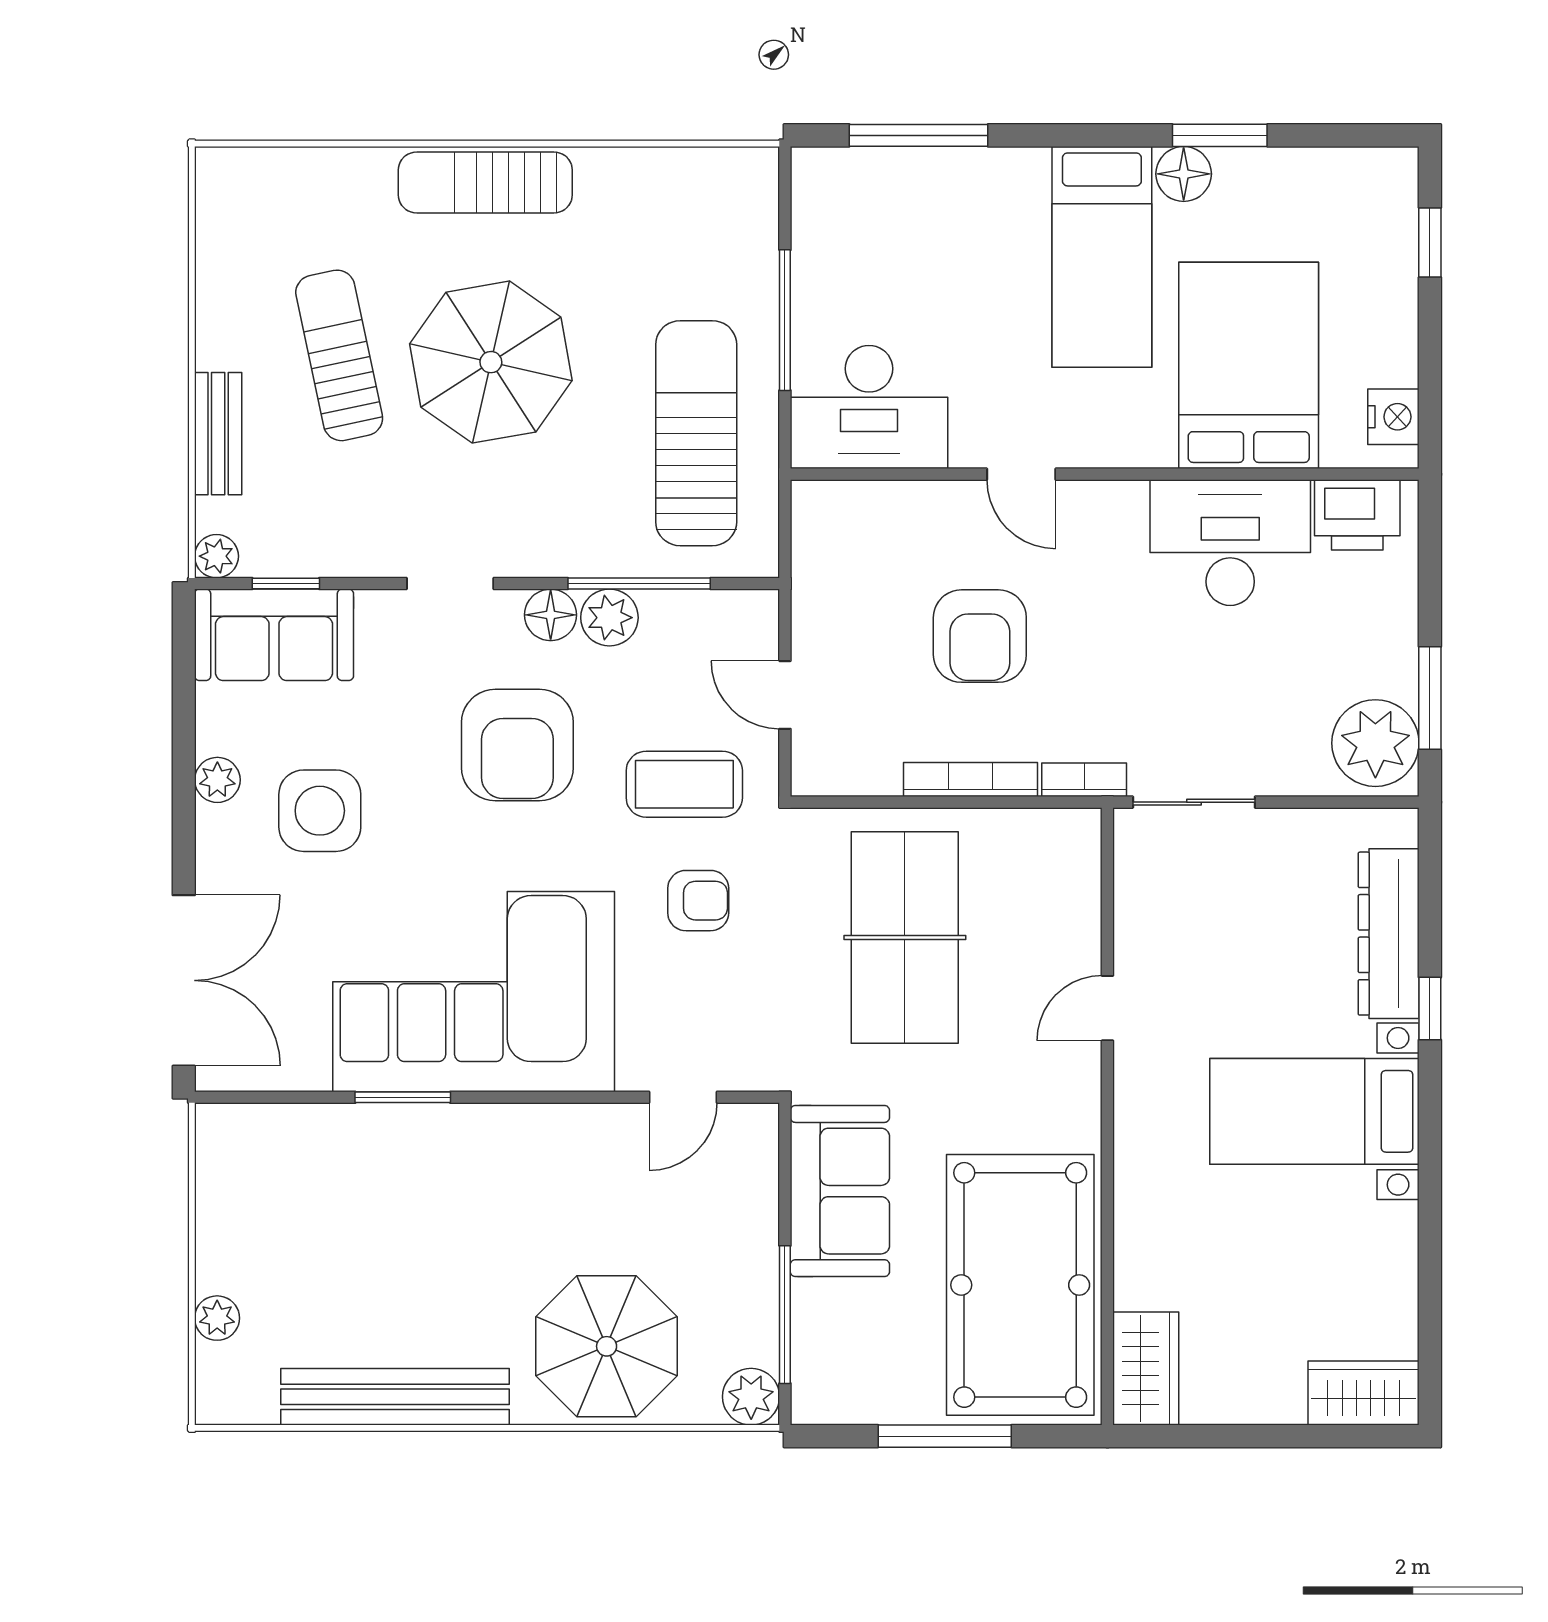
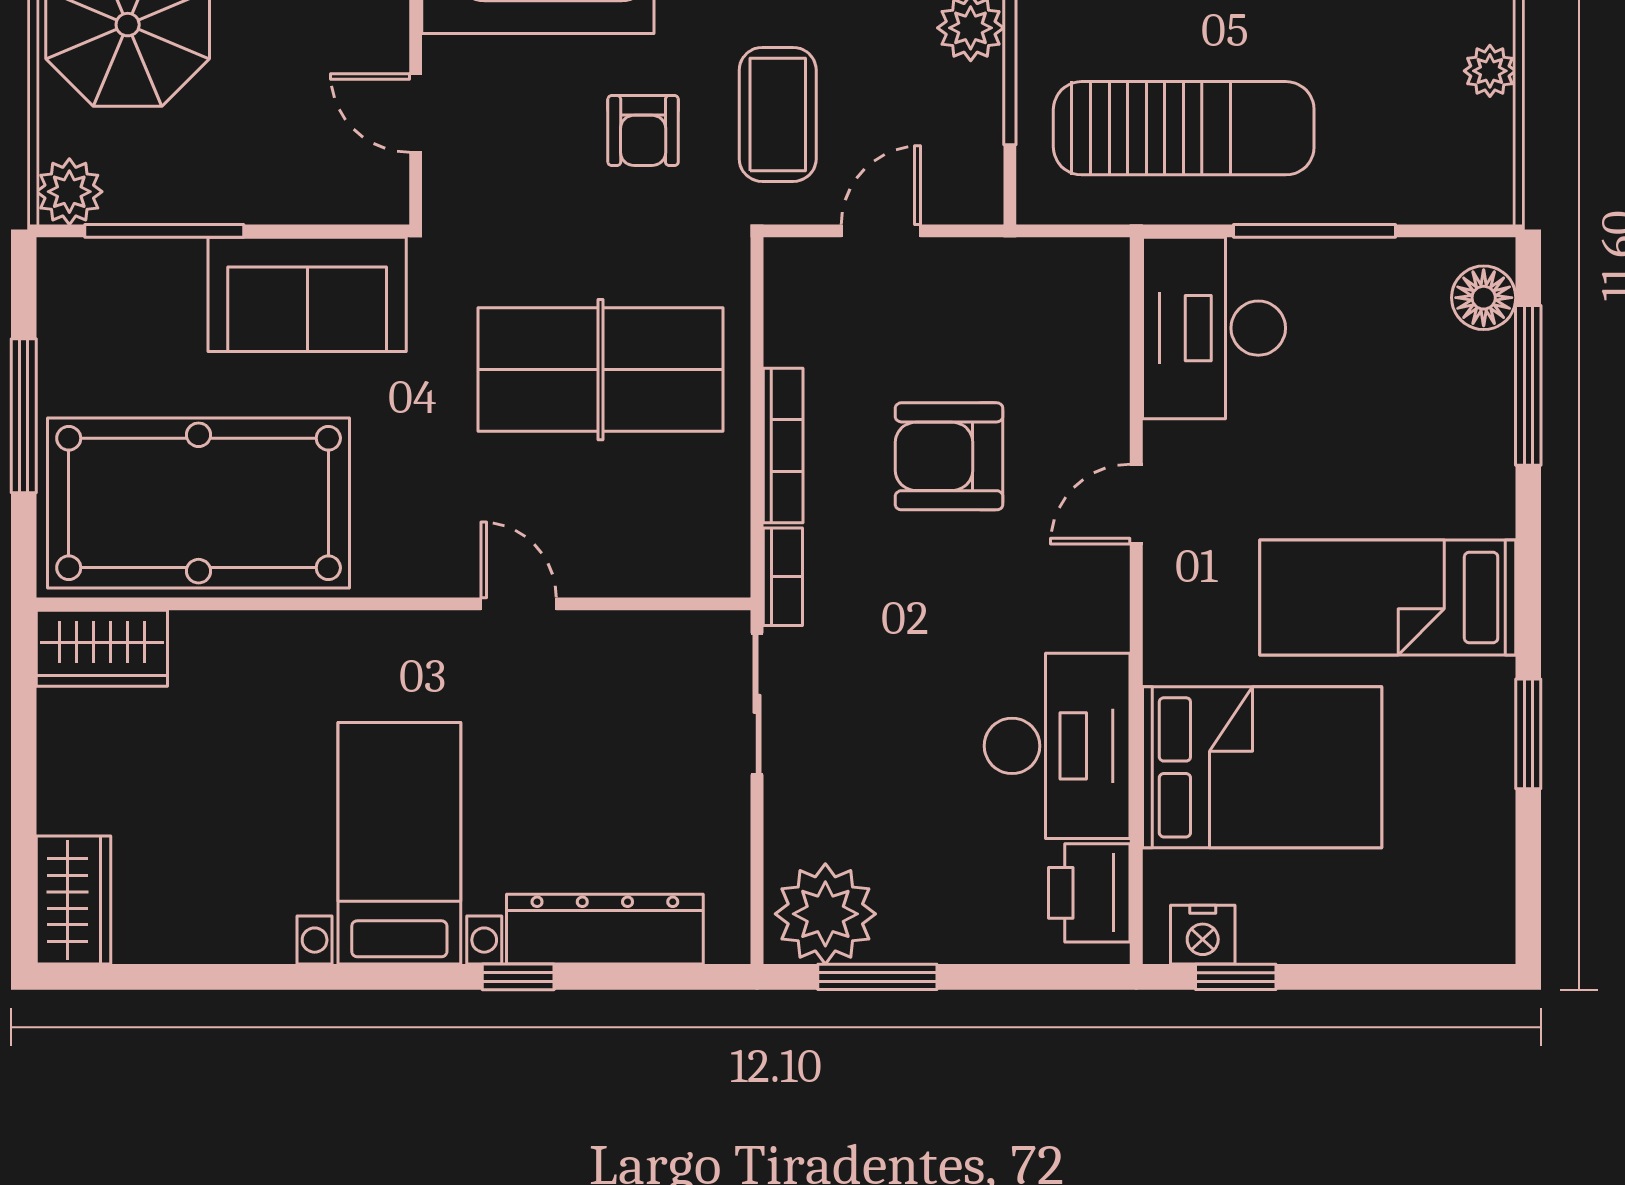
plant: (647, 169) -> (1490, 71), added
floor lamp: (1184, 174) -> (1484, 298), moved
window: (1430, 242) -> (1236, 977), moved

